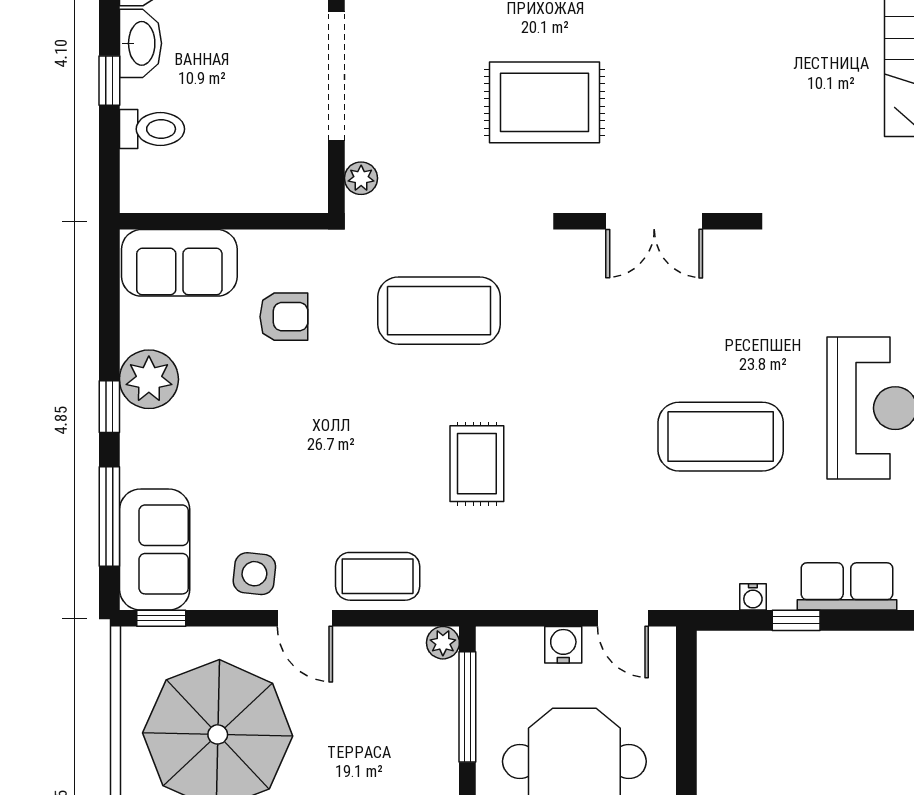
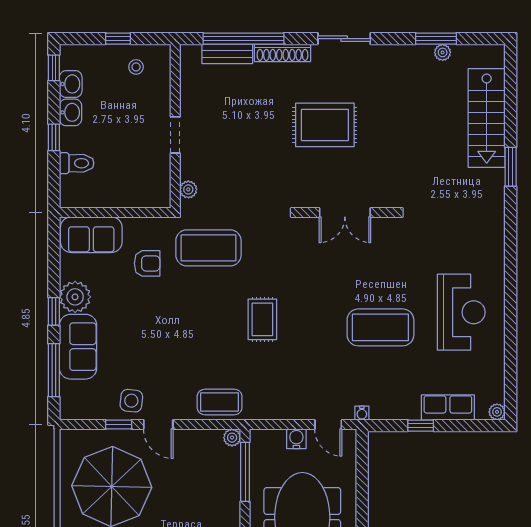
washbasin: (140, 43) -> (71, 112), width x0.72
doorway: (336, 76) -> (175, 135), width x0.53
rug: (545, 102) -> (325, 125), moved
coffee table: (439, 311) -> (208, 248), moved
rug: (477, 464) -> (262, 319), moved
sofa: (155, 549) -> (78, 347), moved
coffee table: (378, 576) -> (220, 402), moved
water cooler: (753, 597) -> (362, 413), moved
window: (161, 618) -> (119, 424), moved

